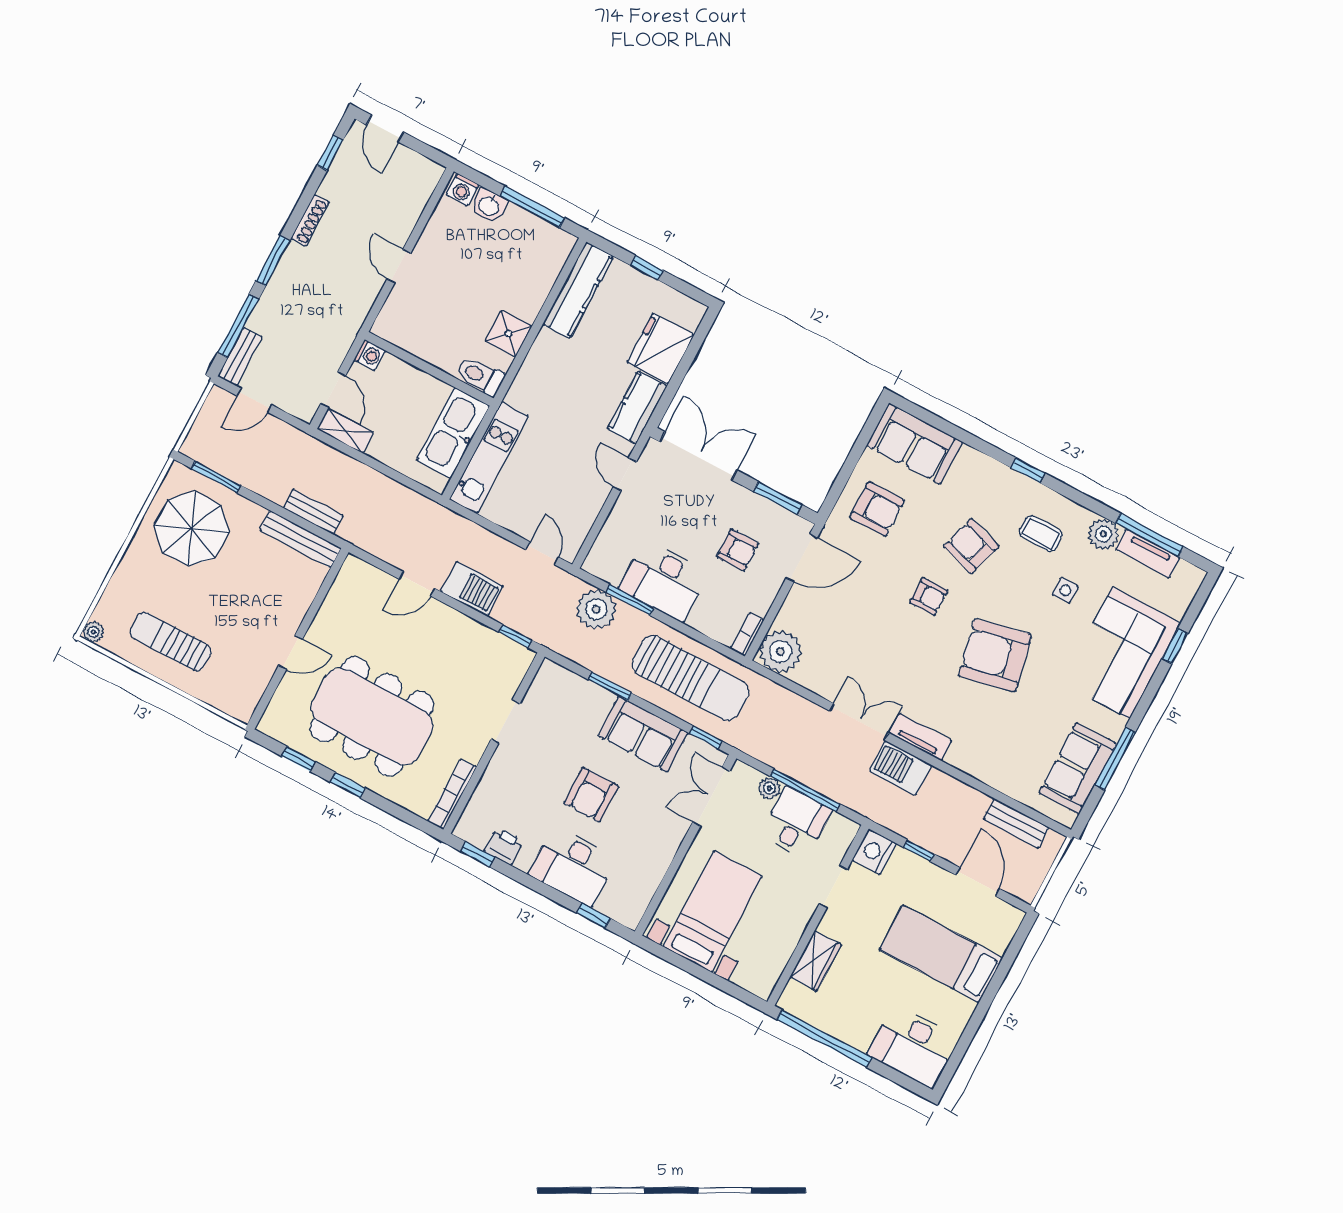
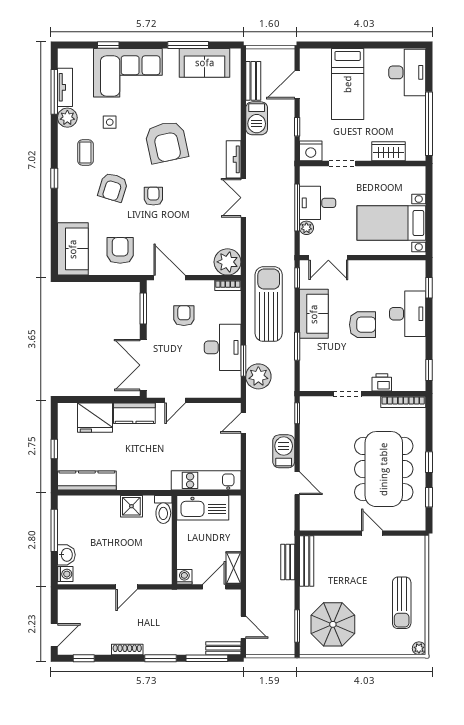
barbecue: (900, 768) -> (257, 118), moved
printer: (504, 846) -> (382, 382), moved, turned 90

